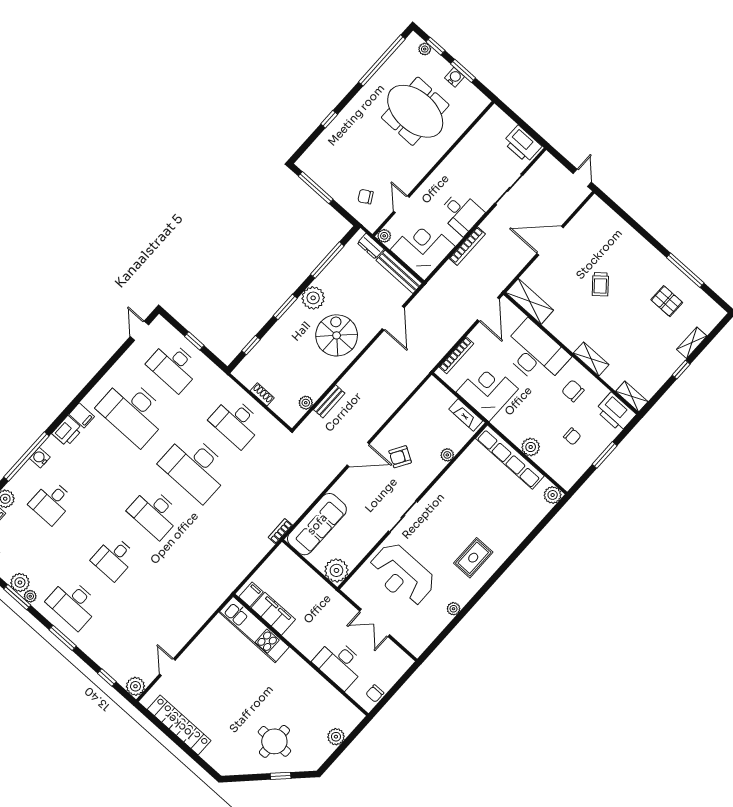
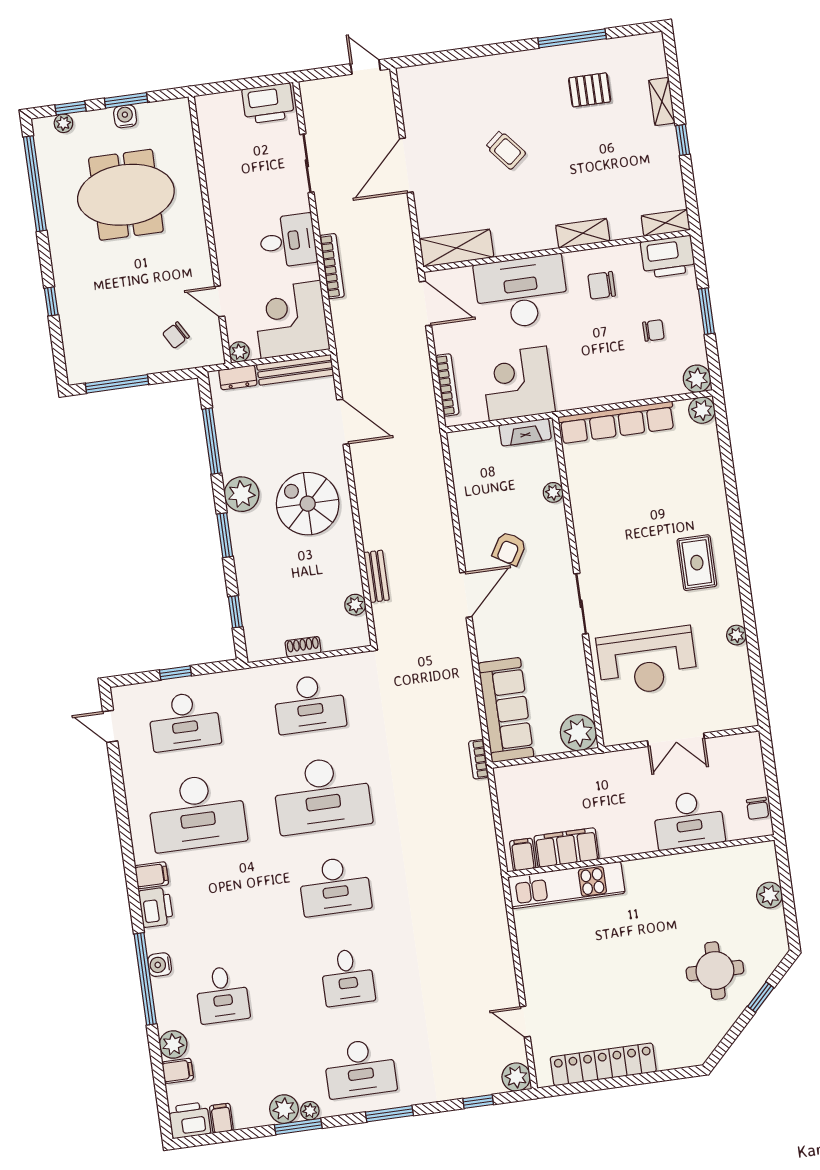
plant: (531, 447) -> (697, 379), moved

